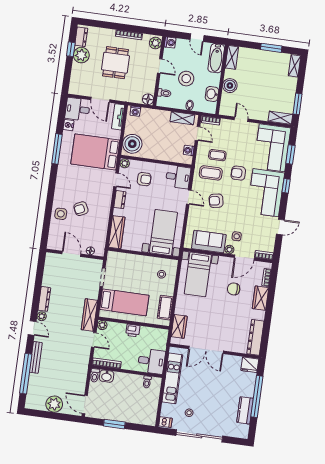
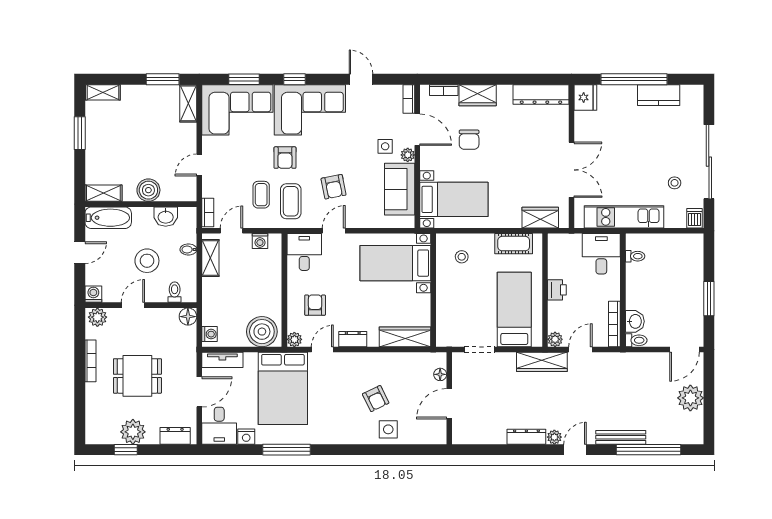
dresser: (81, 37) -> (175, 436), moved

